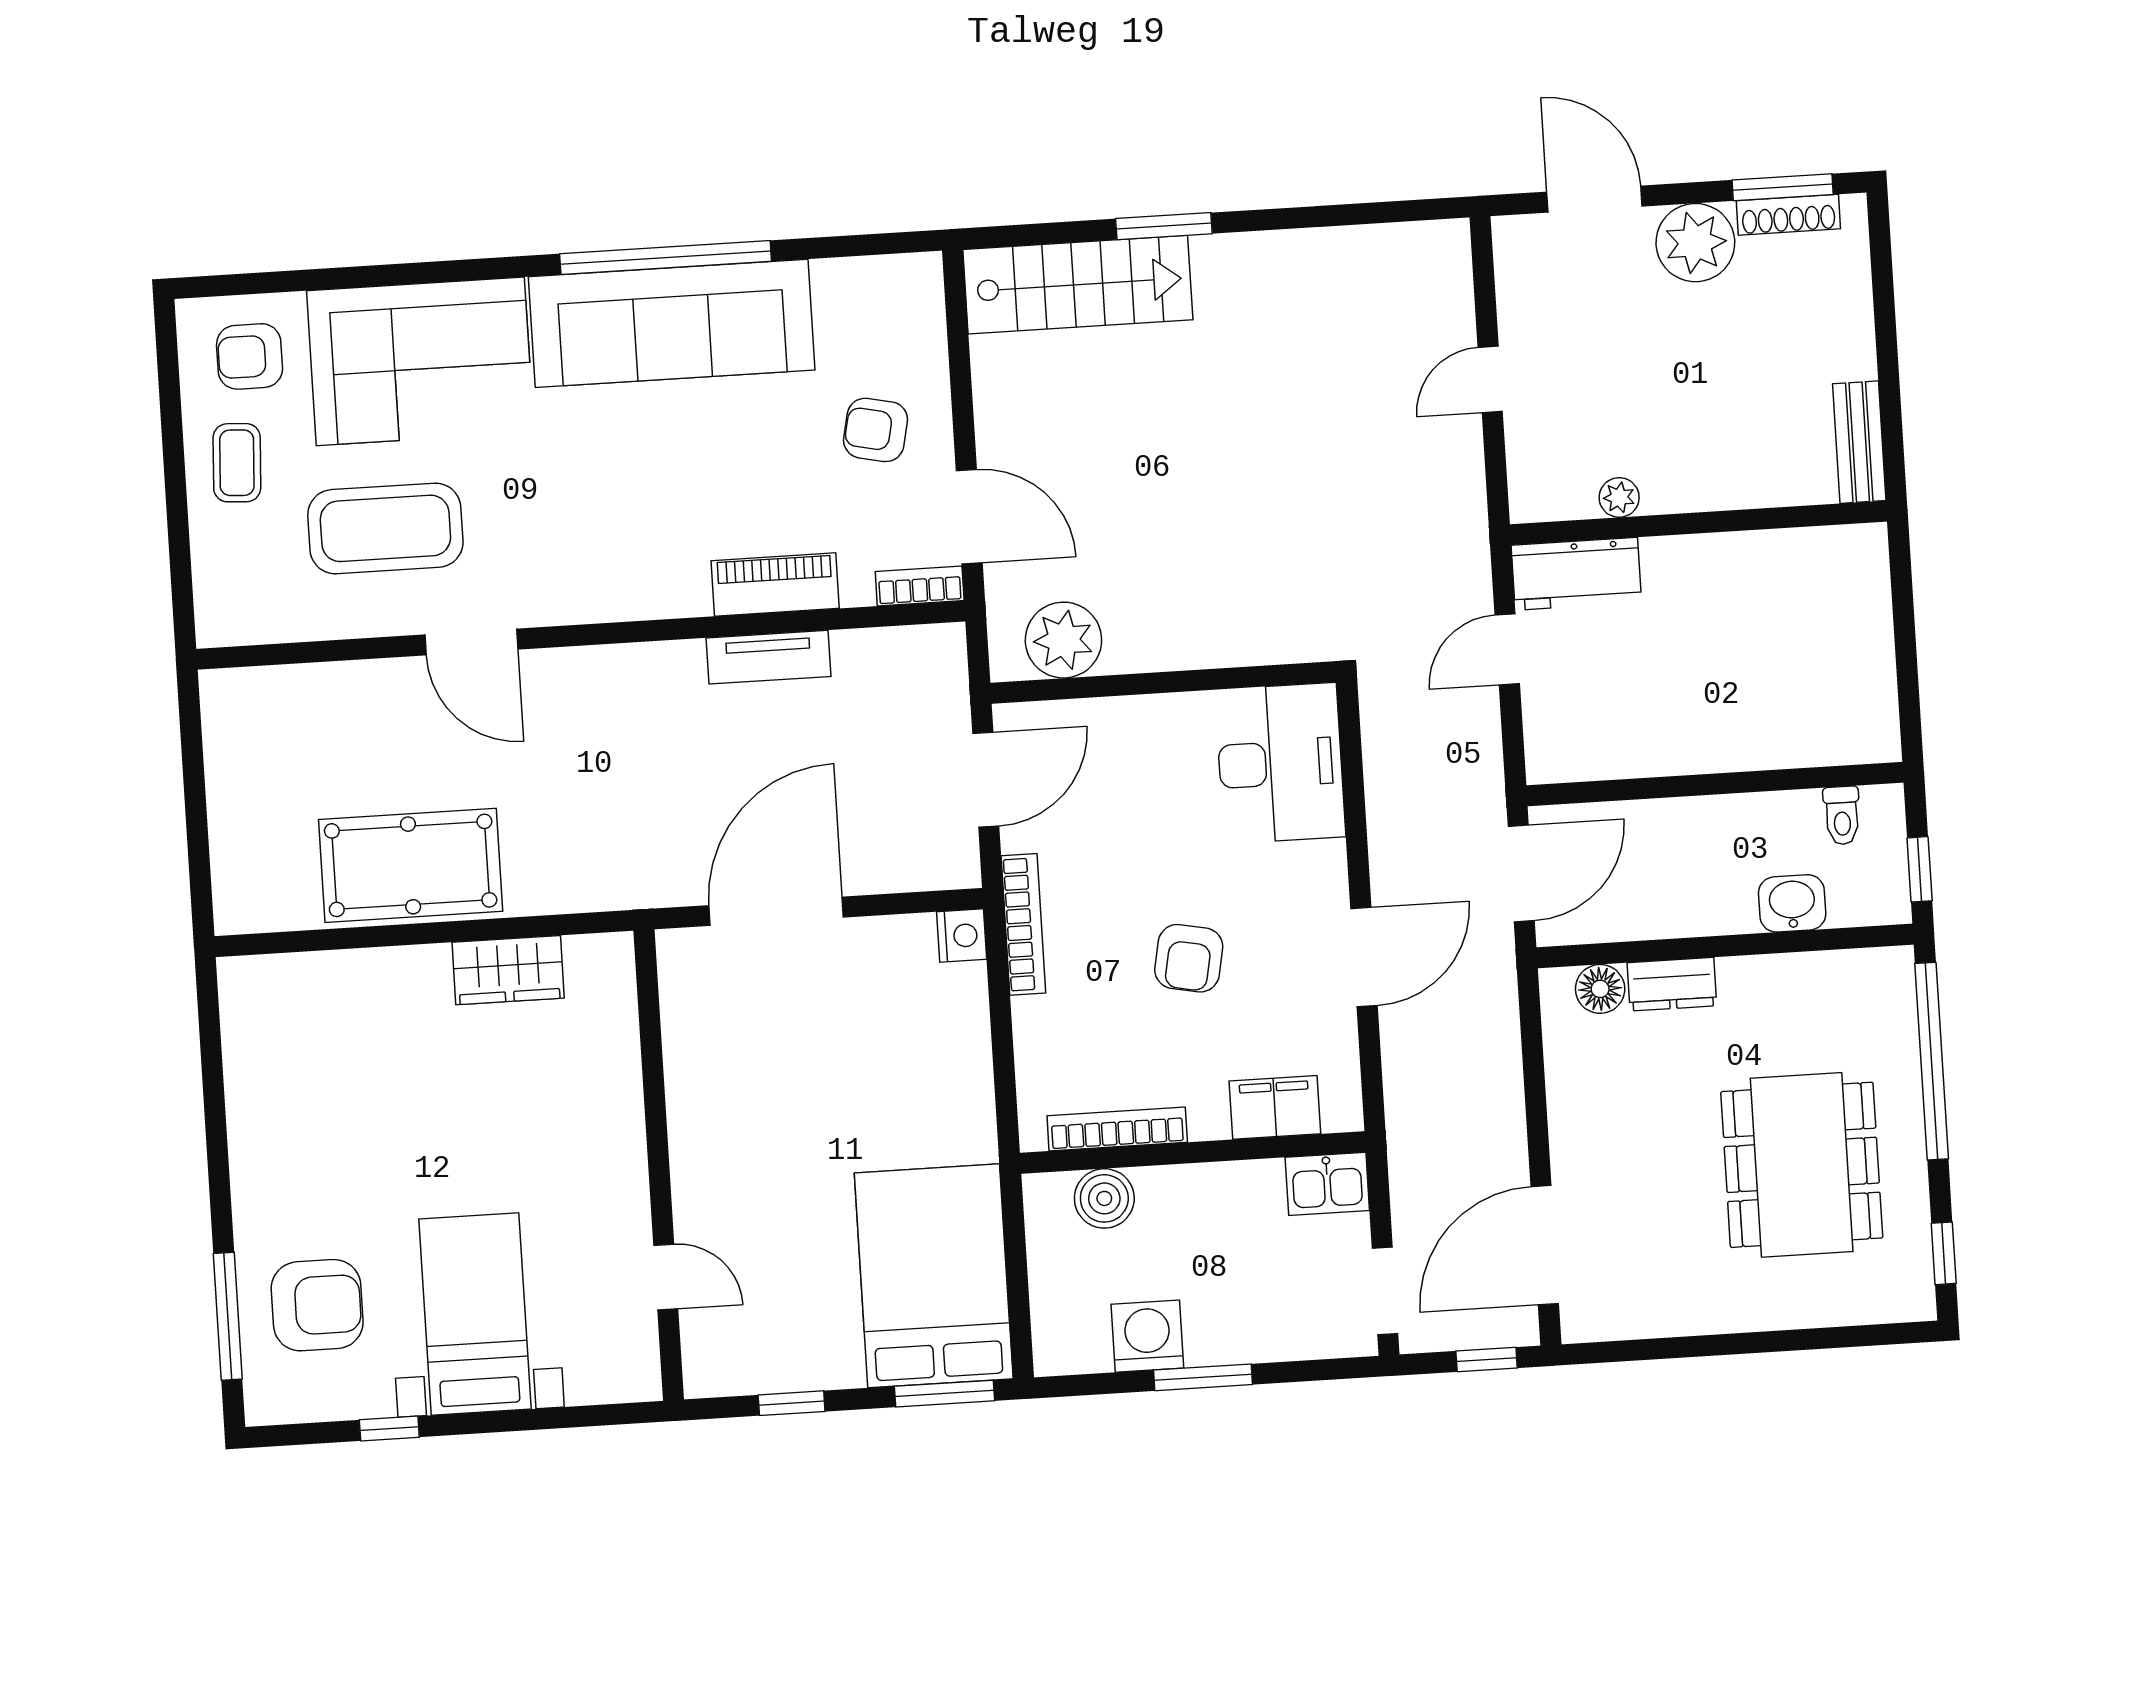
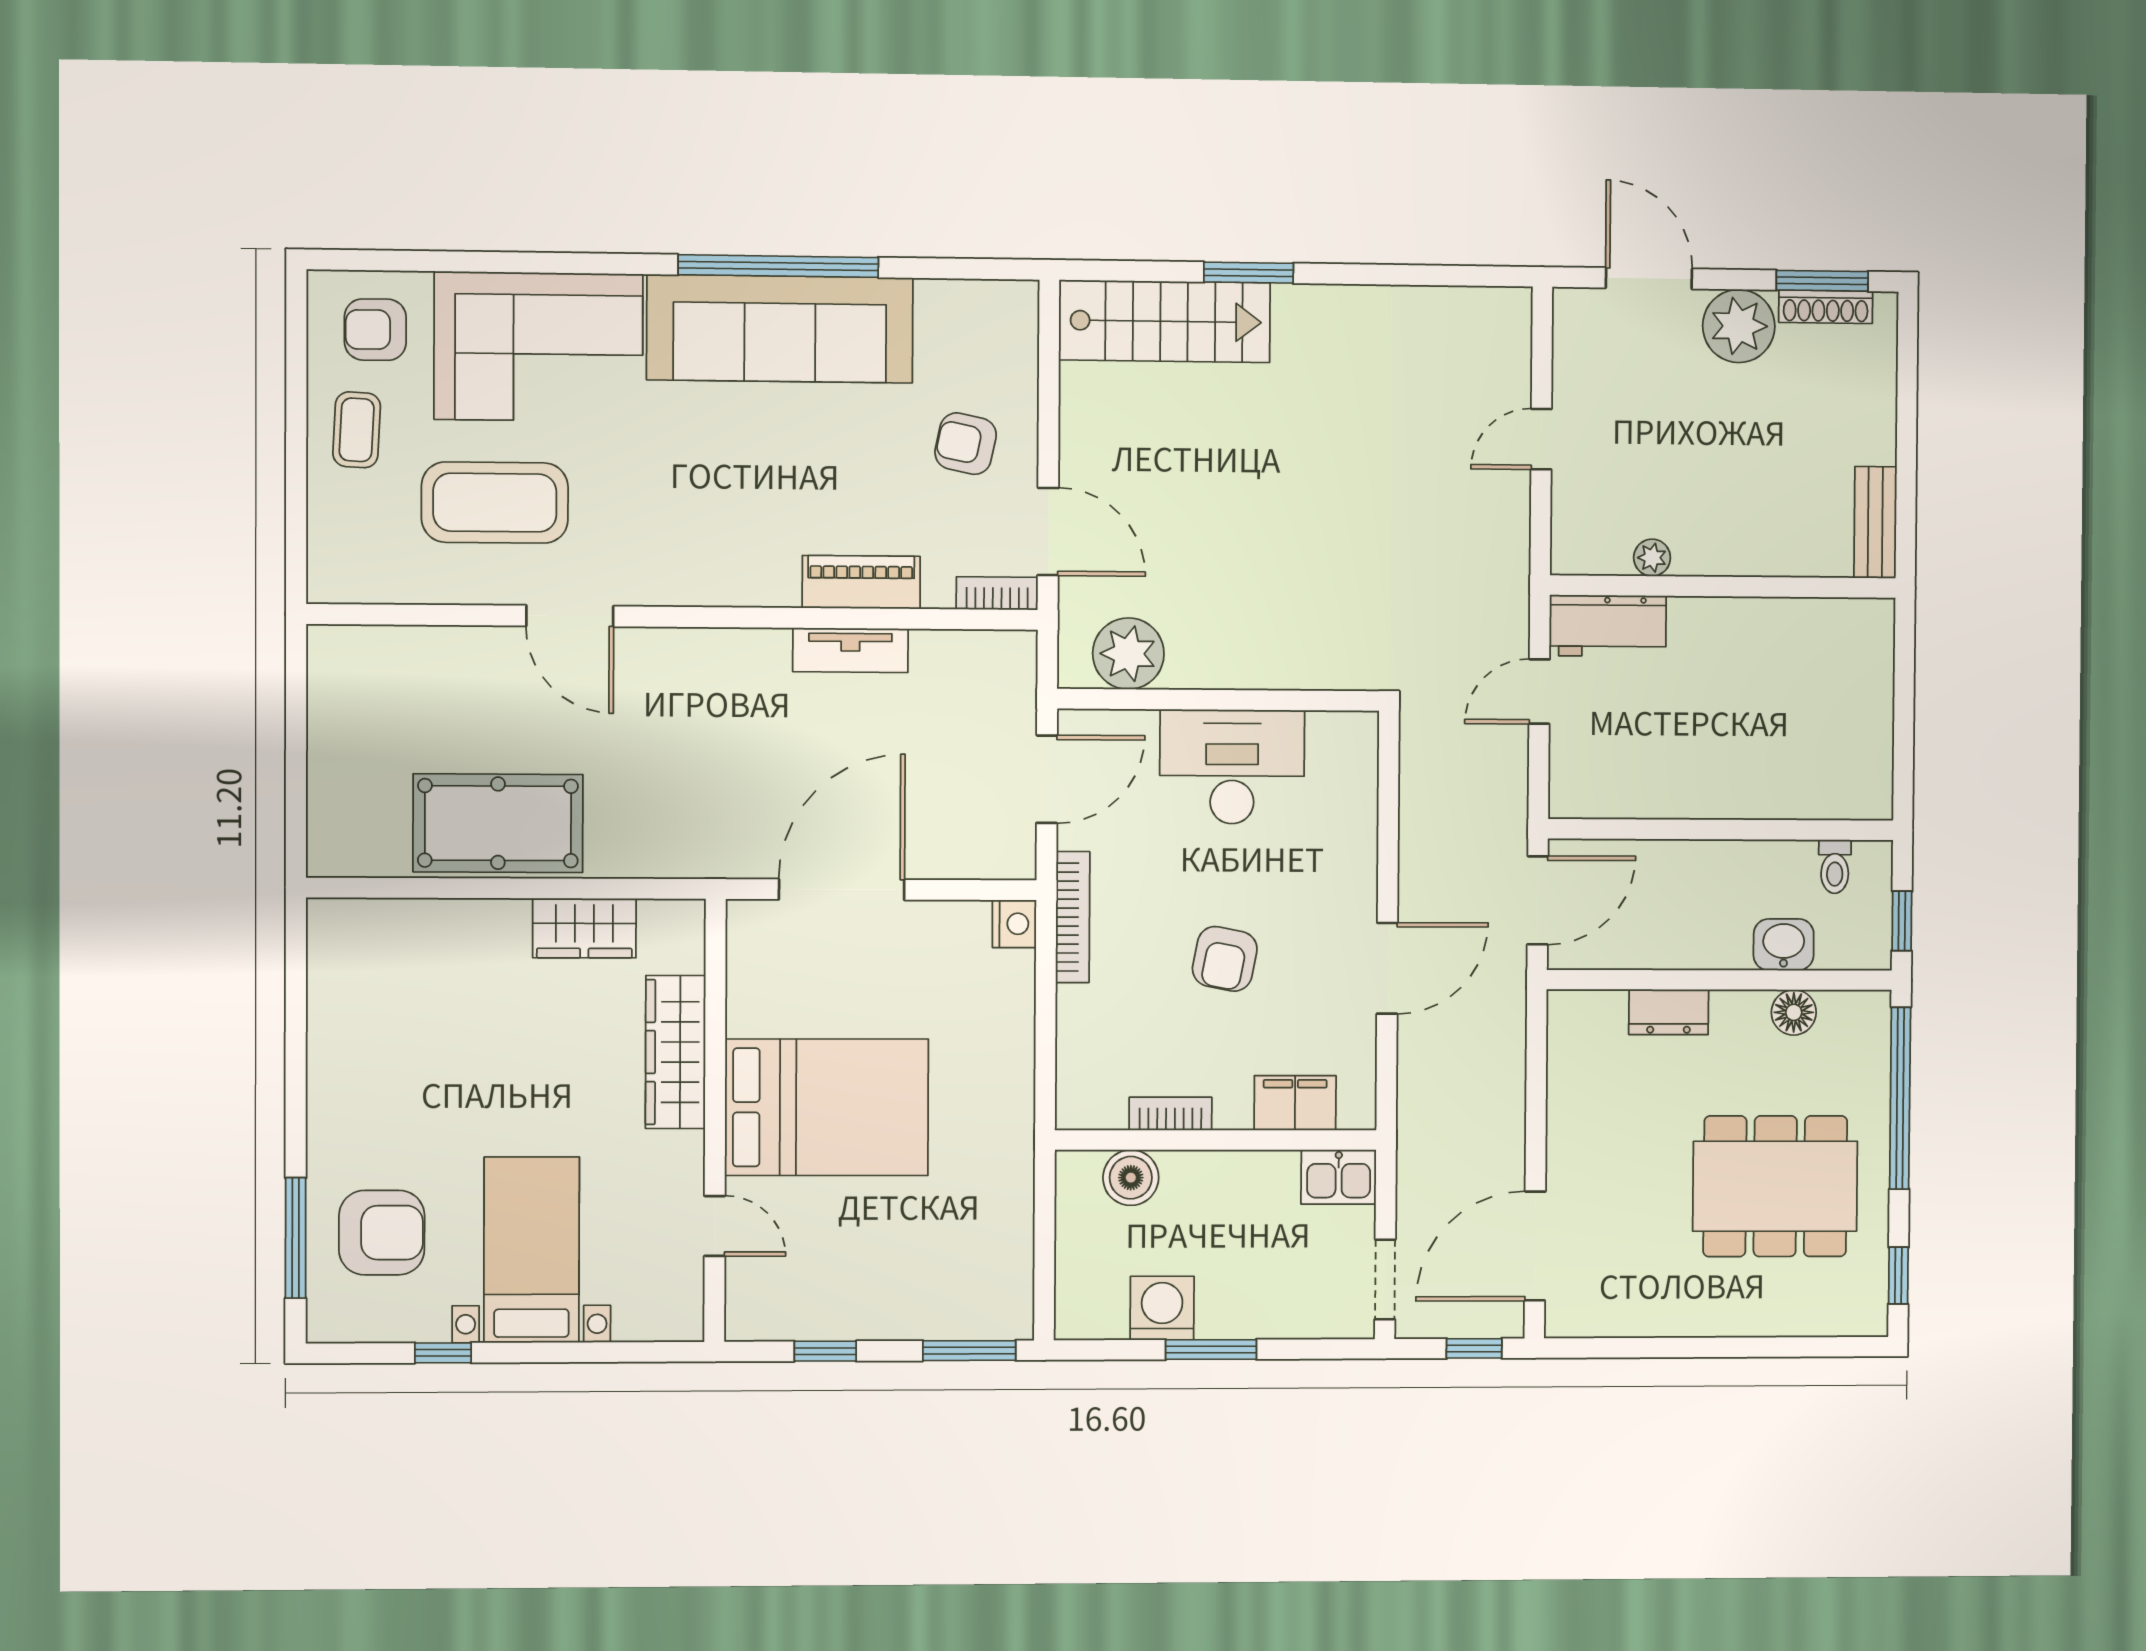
desk: (1280, 763) -> (1232, 767), moved, turned -90
floor lamp: (1600, 989) -> (1794, 1012), moved
wardrobe: (612, 1095) -> (675, 1052), added
bookcase: (1117, 1129) -> (1170, 1114), width x0.64
dining table: (1802, 1165) -> (1775, 1186), turned 90
bed: (934, 1276) -> (827, 1107), moved, turned 90

